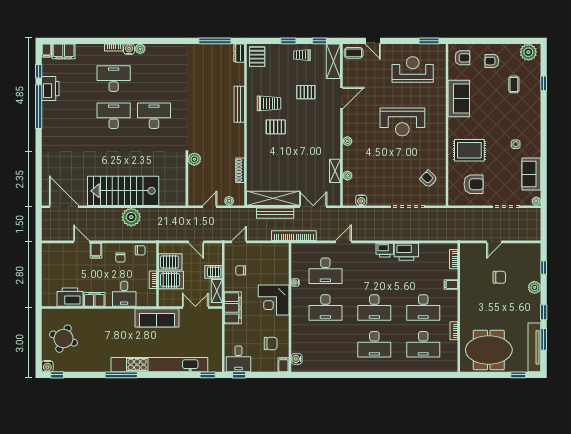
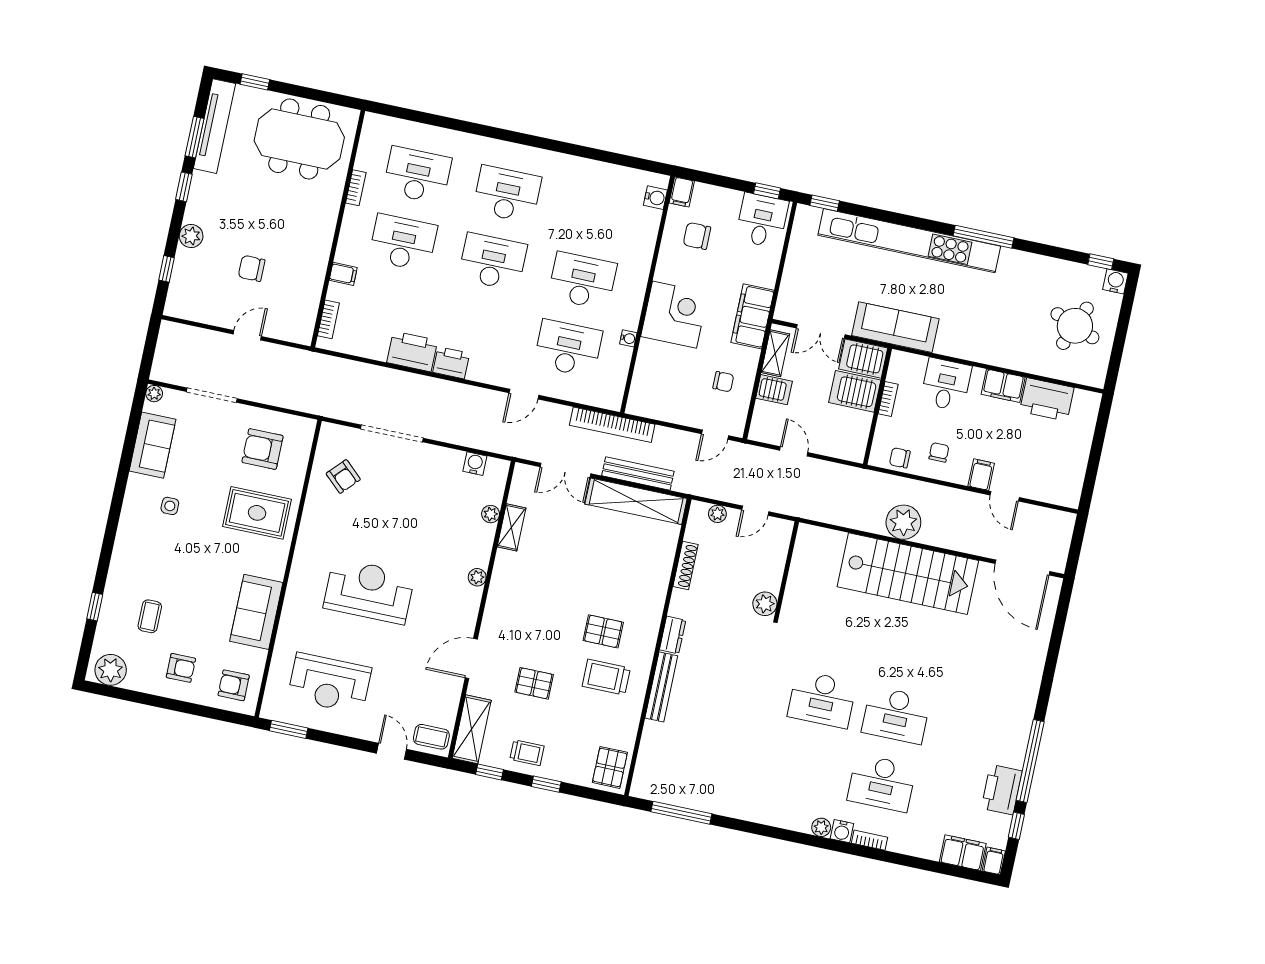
dresser: (239, 53) -> (673, 635), moved
server rack: (170, 262) -> (863, 359), moved

